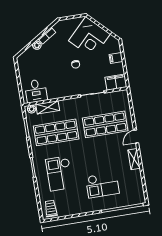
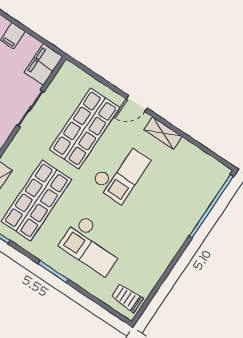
door: (136, 137) -> (137, 104), hinge flipped
checkout: (102, 185) -> (121, 172), moved

